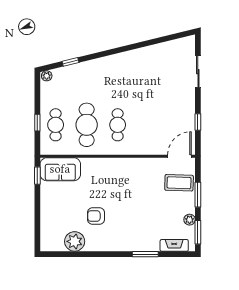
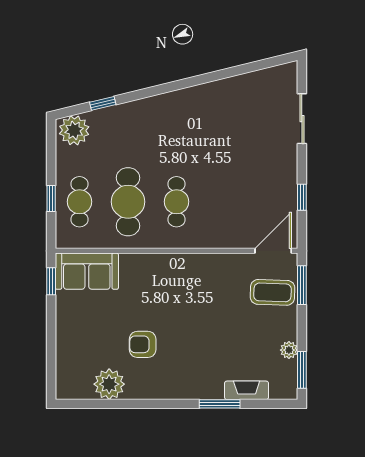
plant: (47, 76) -> (74, 130), width x1.88, depth x1.88
window: (198, 195) -> (302, 285), moved
fireplace: (174, 245) -> (247, 390), moved

